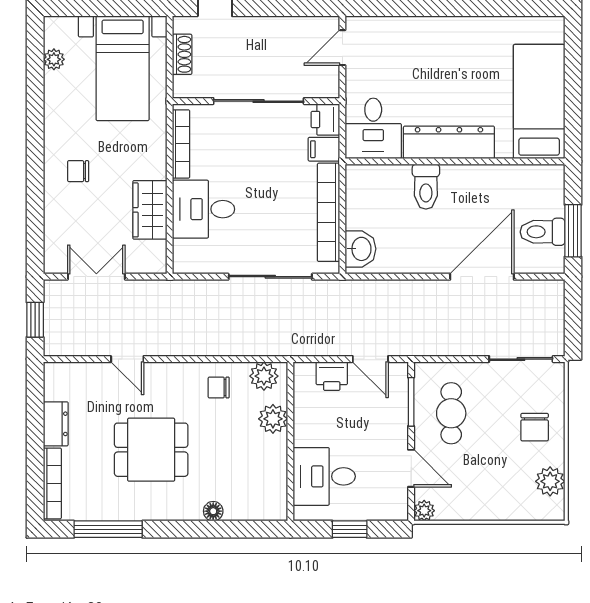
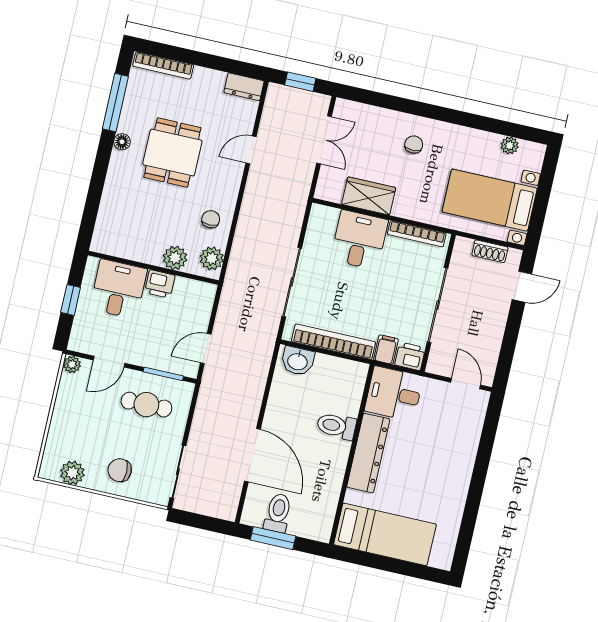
printer: (332, 376) -> (160, 284), moved, turned -90
dresser: (56, 424) -> (244, 87), moved
floor lamp: (213, 511) -> (122, 142), moved

